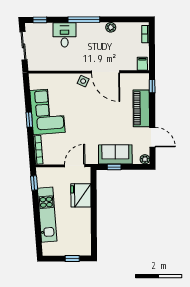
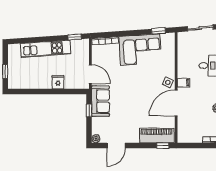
filing cabinet: (142, 64) -> (183, 83), moved
piano: (141, 108) -> (157, 136), moved
window: (29, 120) -> (159, 31), moved
sofa: (115, 154) -> (100, 101), moved
fridge: (81, 195) -> (58, 82), width x0.53, depth x0.75

